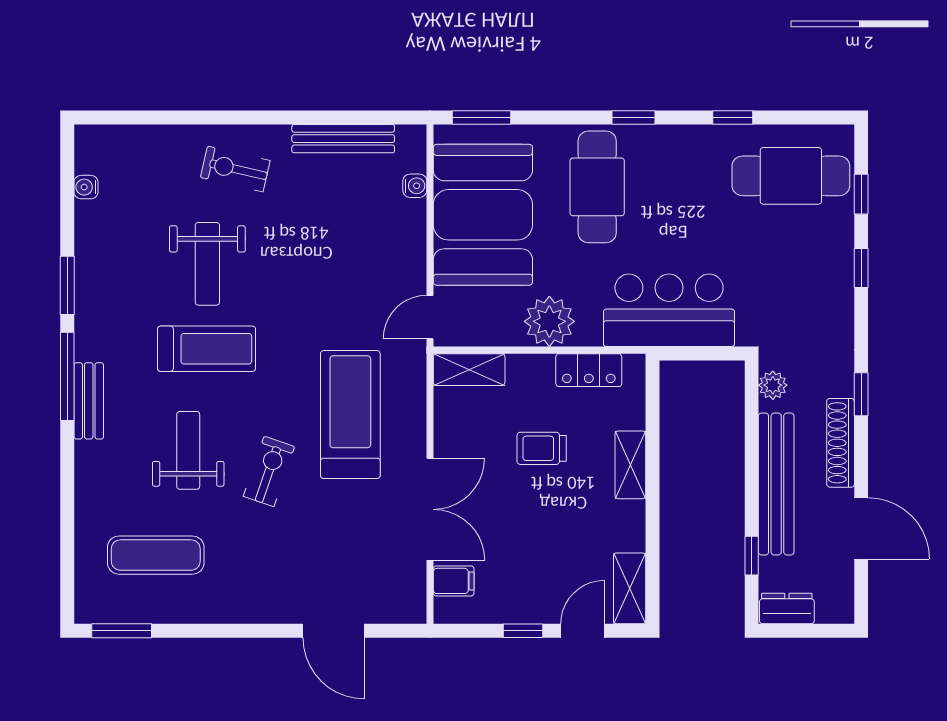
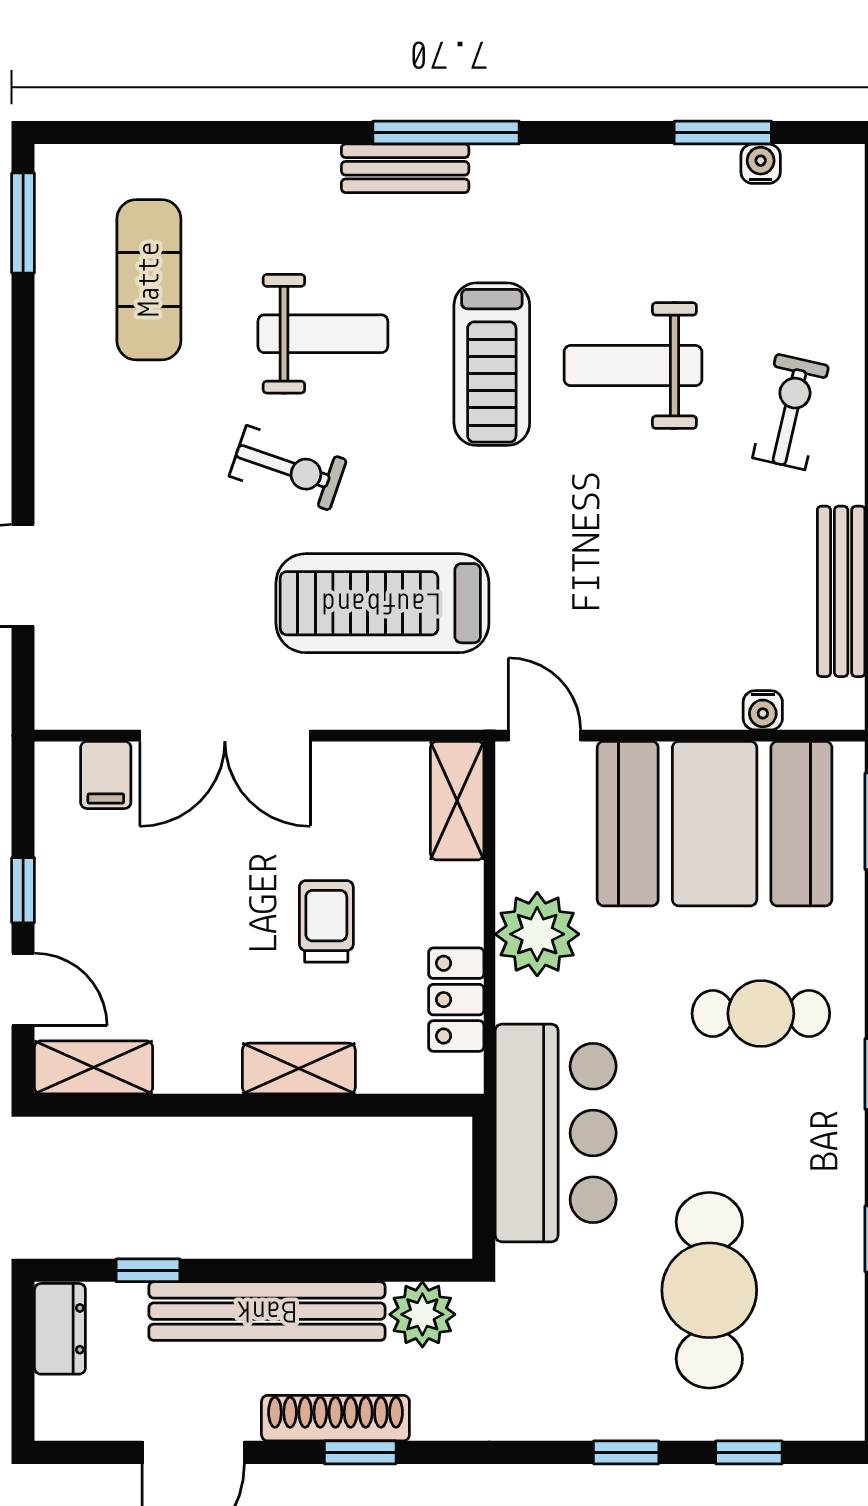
cafe table: (791, 176) -> (709, 1290), moved
cafe table: (597, 187) -> (761, 1013), width x0.73, depth x0.74
window: (67, 285) -> (723, 133), moved
plant: (773, 385) -> (422, 1314), width x1.38, depth x1.38
window: (861, 394) -> (360, 1452), moved
treadmill: (350, 415) -> (382, 603), turned 180

